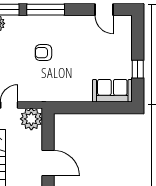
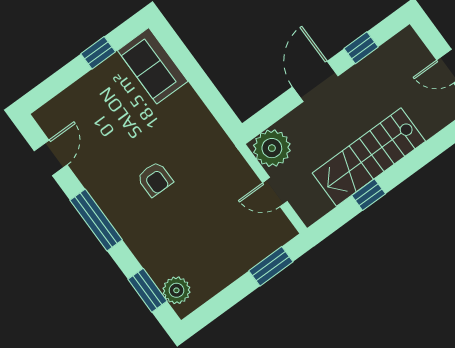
window: (46, 10) -> (96, 220), moved
armchair: (43, 53) -> (155, 179), moved

